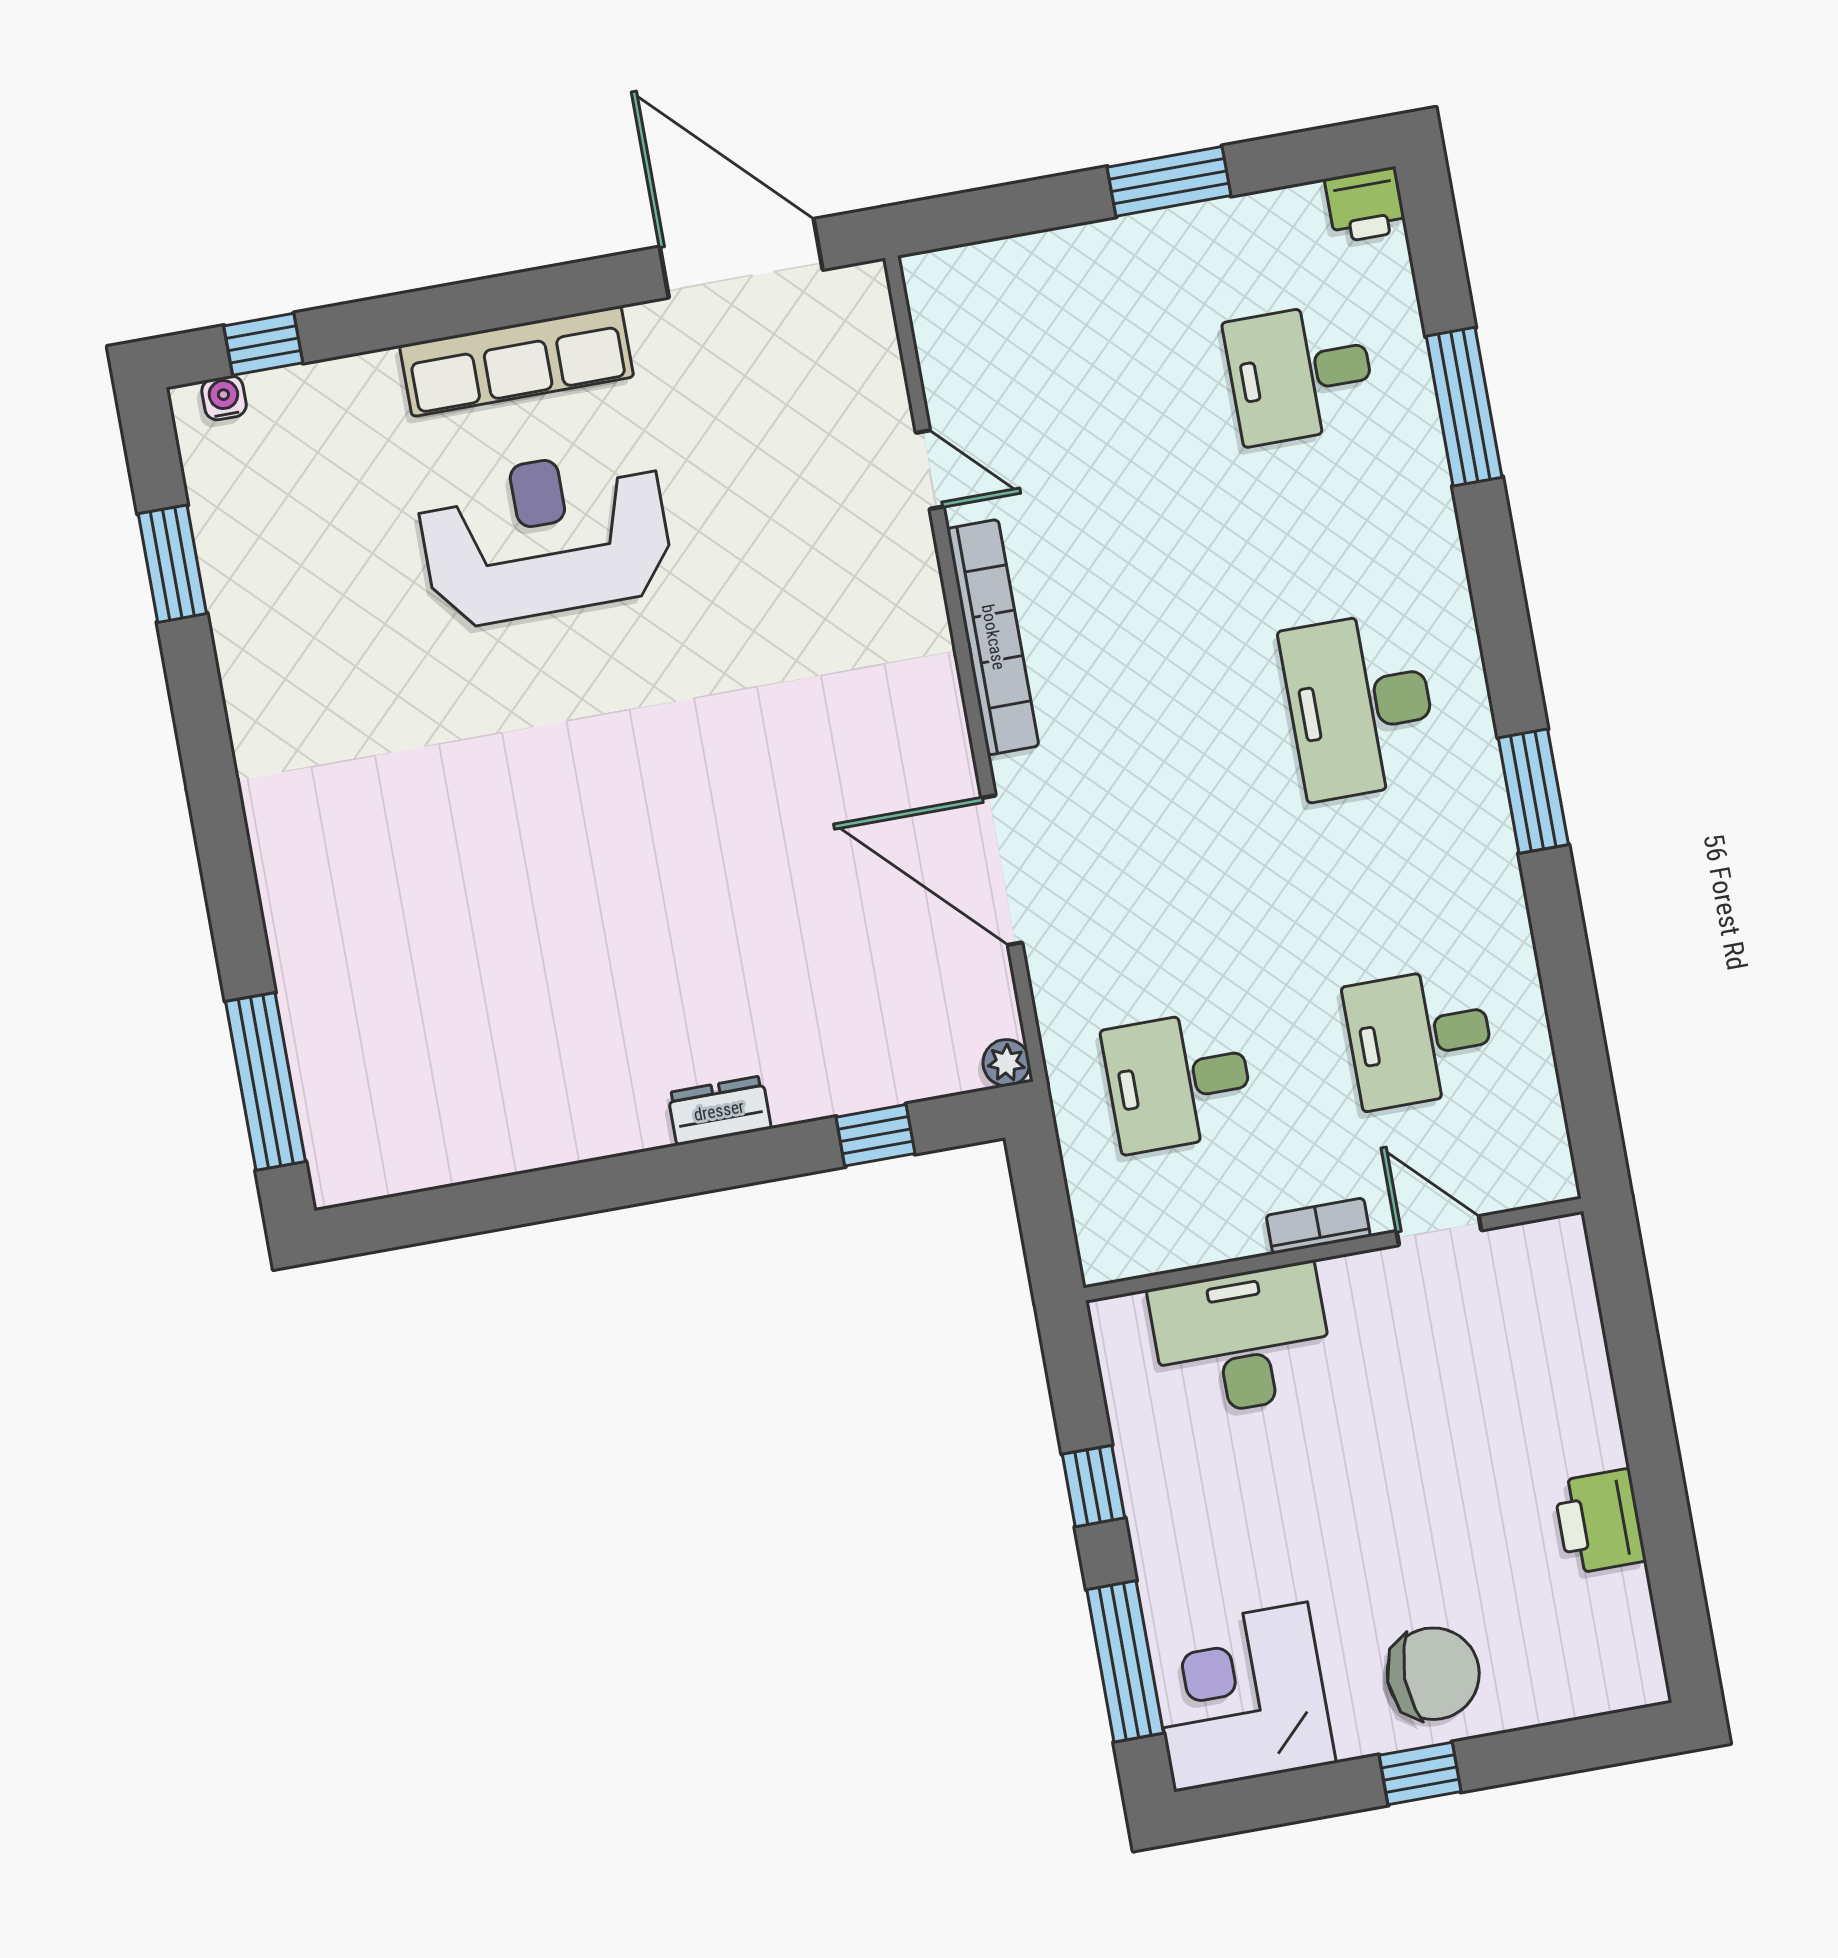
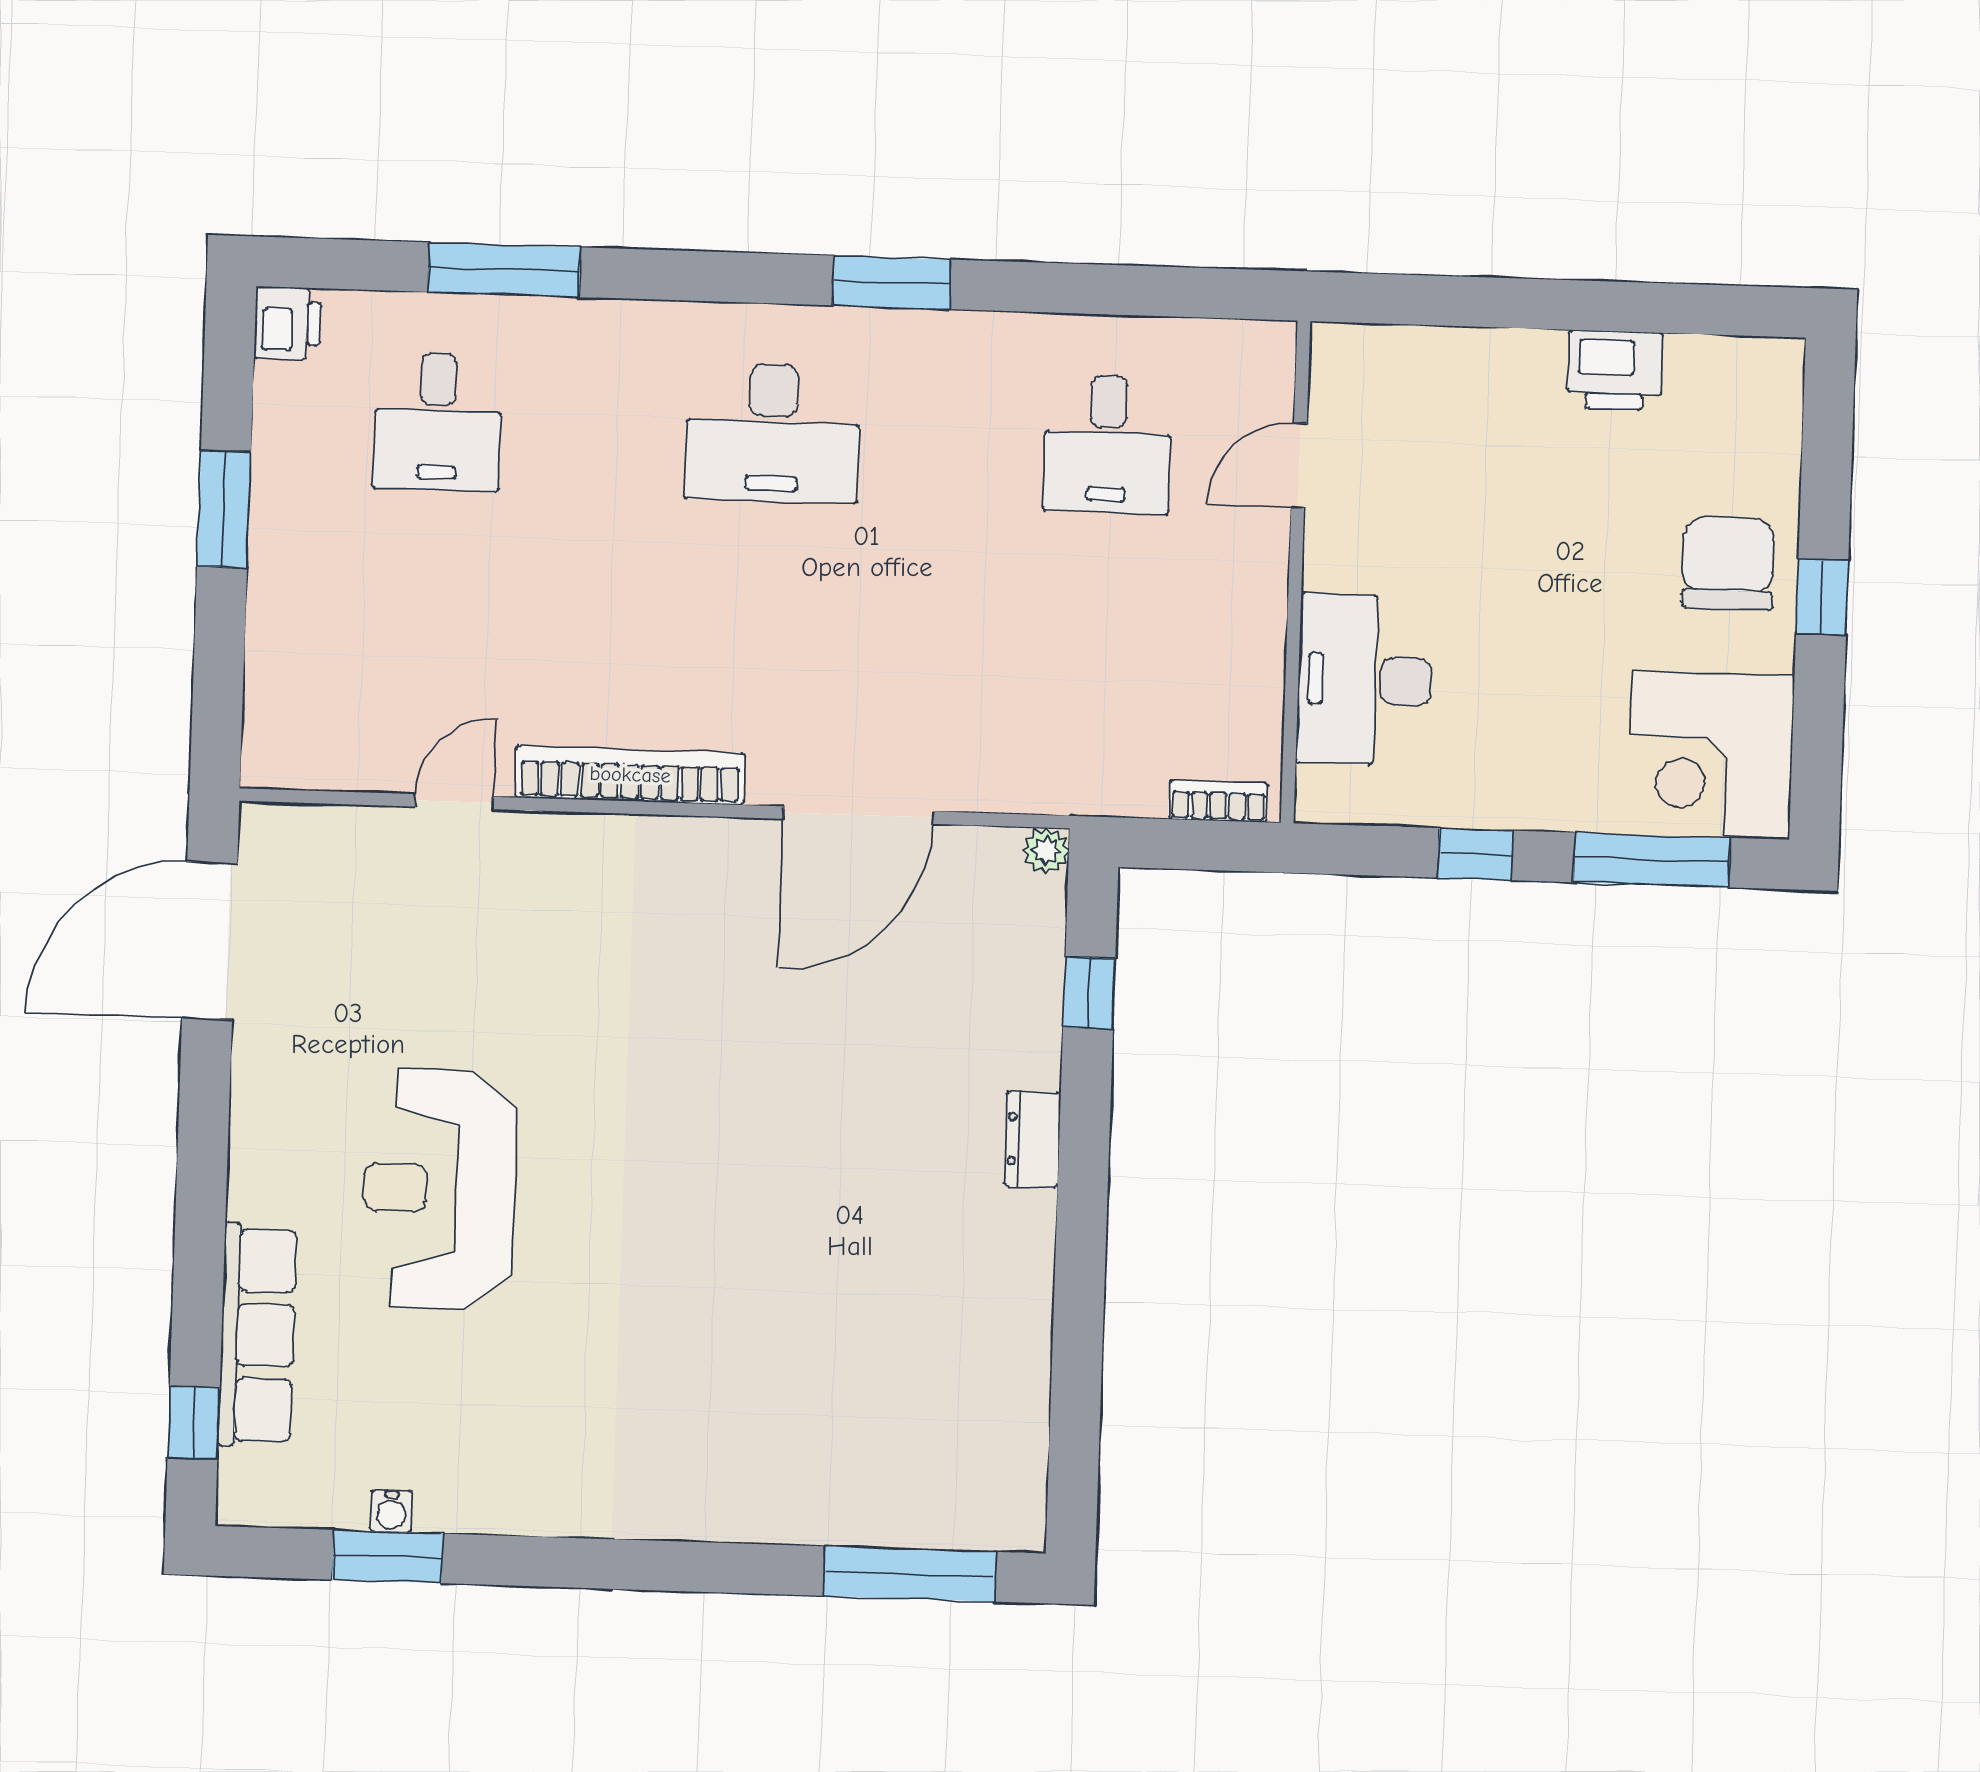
row of seats: (517, 361) -> (258, 1335), moved
water cooler: (224, 398) -> (391, 1511), moved, turned -90
desk: (1178, 1081) -> (1100, 687), removed
bookcase: (1318, 1226) -> (1218, 801), moved, turned 90

